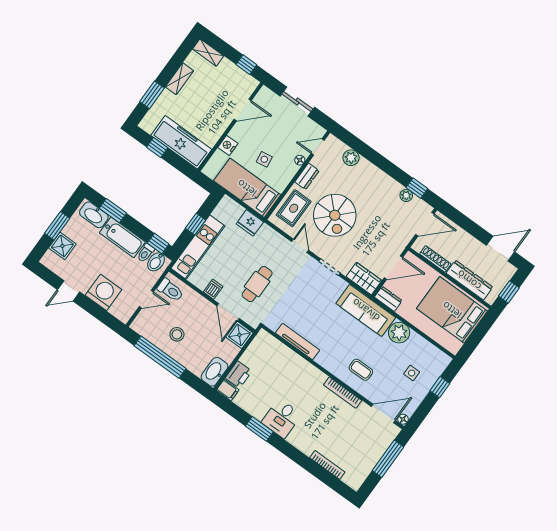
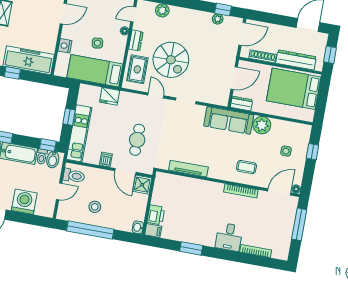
wardrobe: (364, 279) -> (216, 97), removed
washbasin: (214, 372) -> (138, 227), width x0.52, depth x0.69
desk: (282, 418) -> (229, 237), moved

